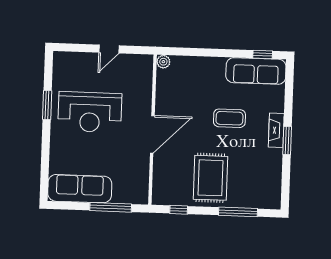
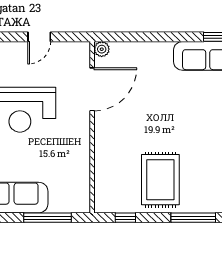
coffee table: (229, 118) -> (180, 111), removed
door: (152, 134) -> (92, 89), moved

